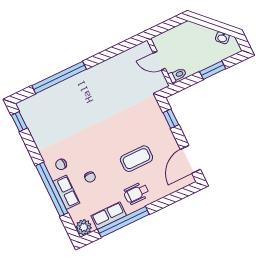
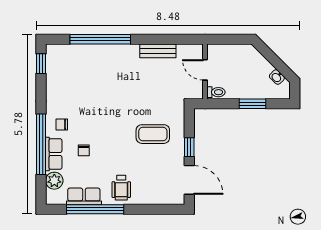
bench: (112, 64) -> (158, 51), added
window: (171, 119) -> (189, 147), moved
coffee table: (136, 159) -> (153, 134), moved
door: (190, 159) -> (189, 180), swing flipped
wheelchair: (136, 193) -> (121, 188), turned -90
plant: (84, 227) -> (54, 181), moved

